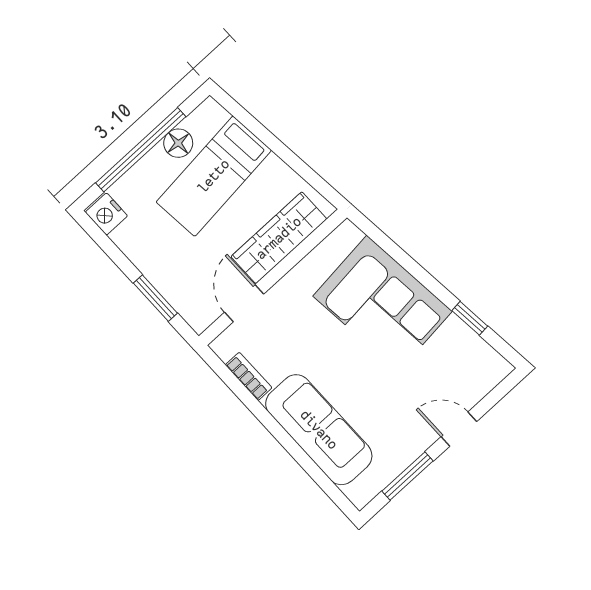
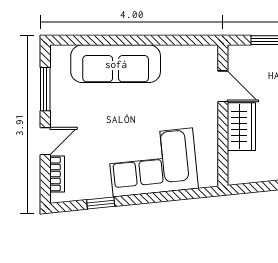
wardrobe: (279, 238) -> (241, 127), width x0.67
bookcase: (249, 376) -> (57, 174), moved, turned -90

